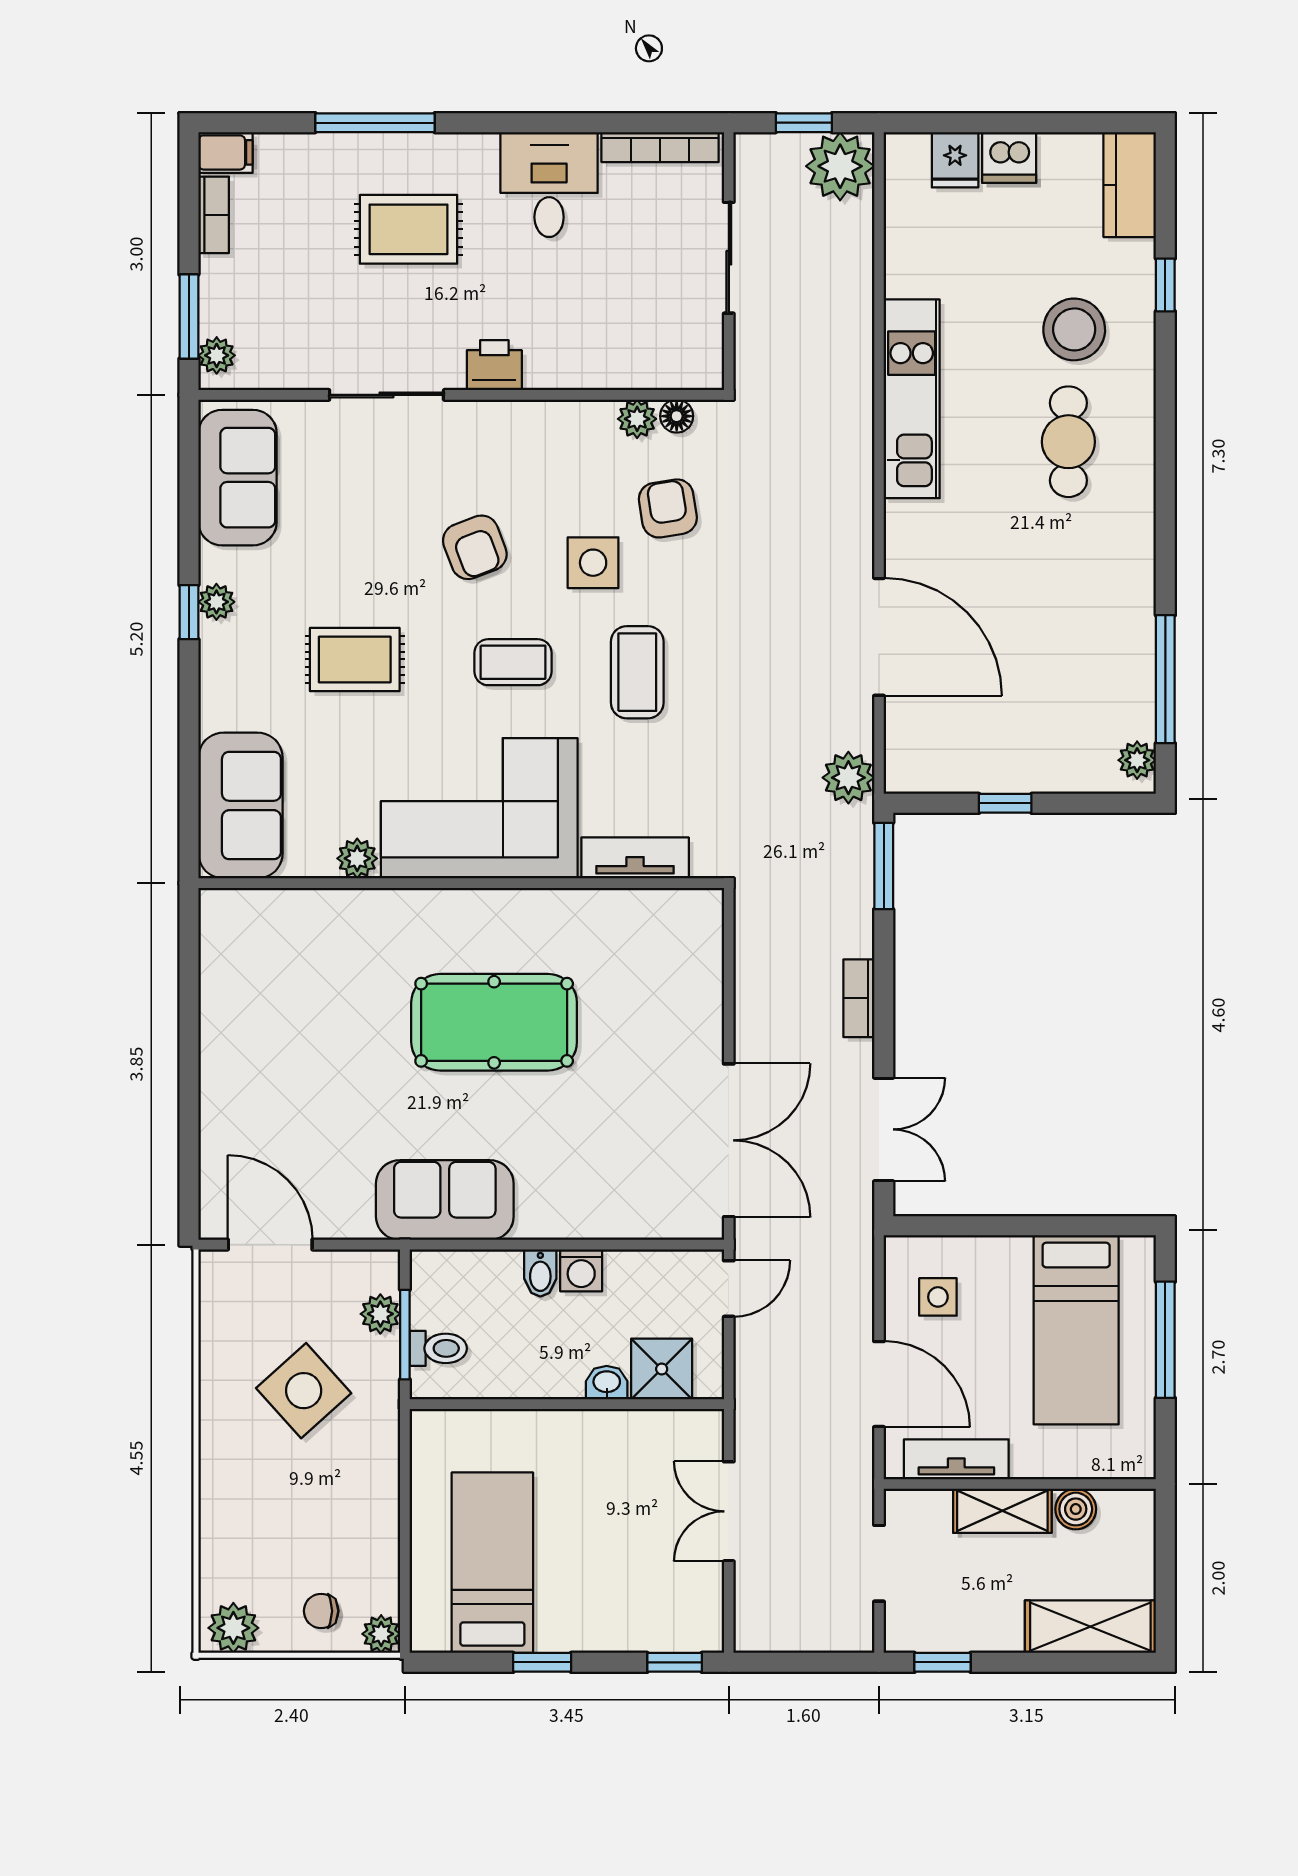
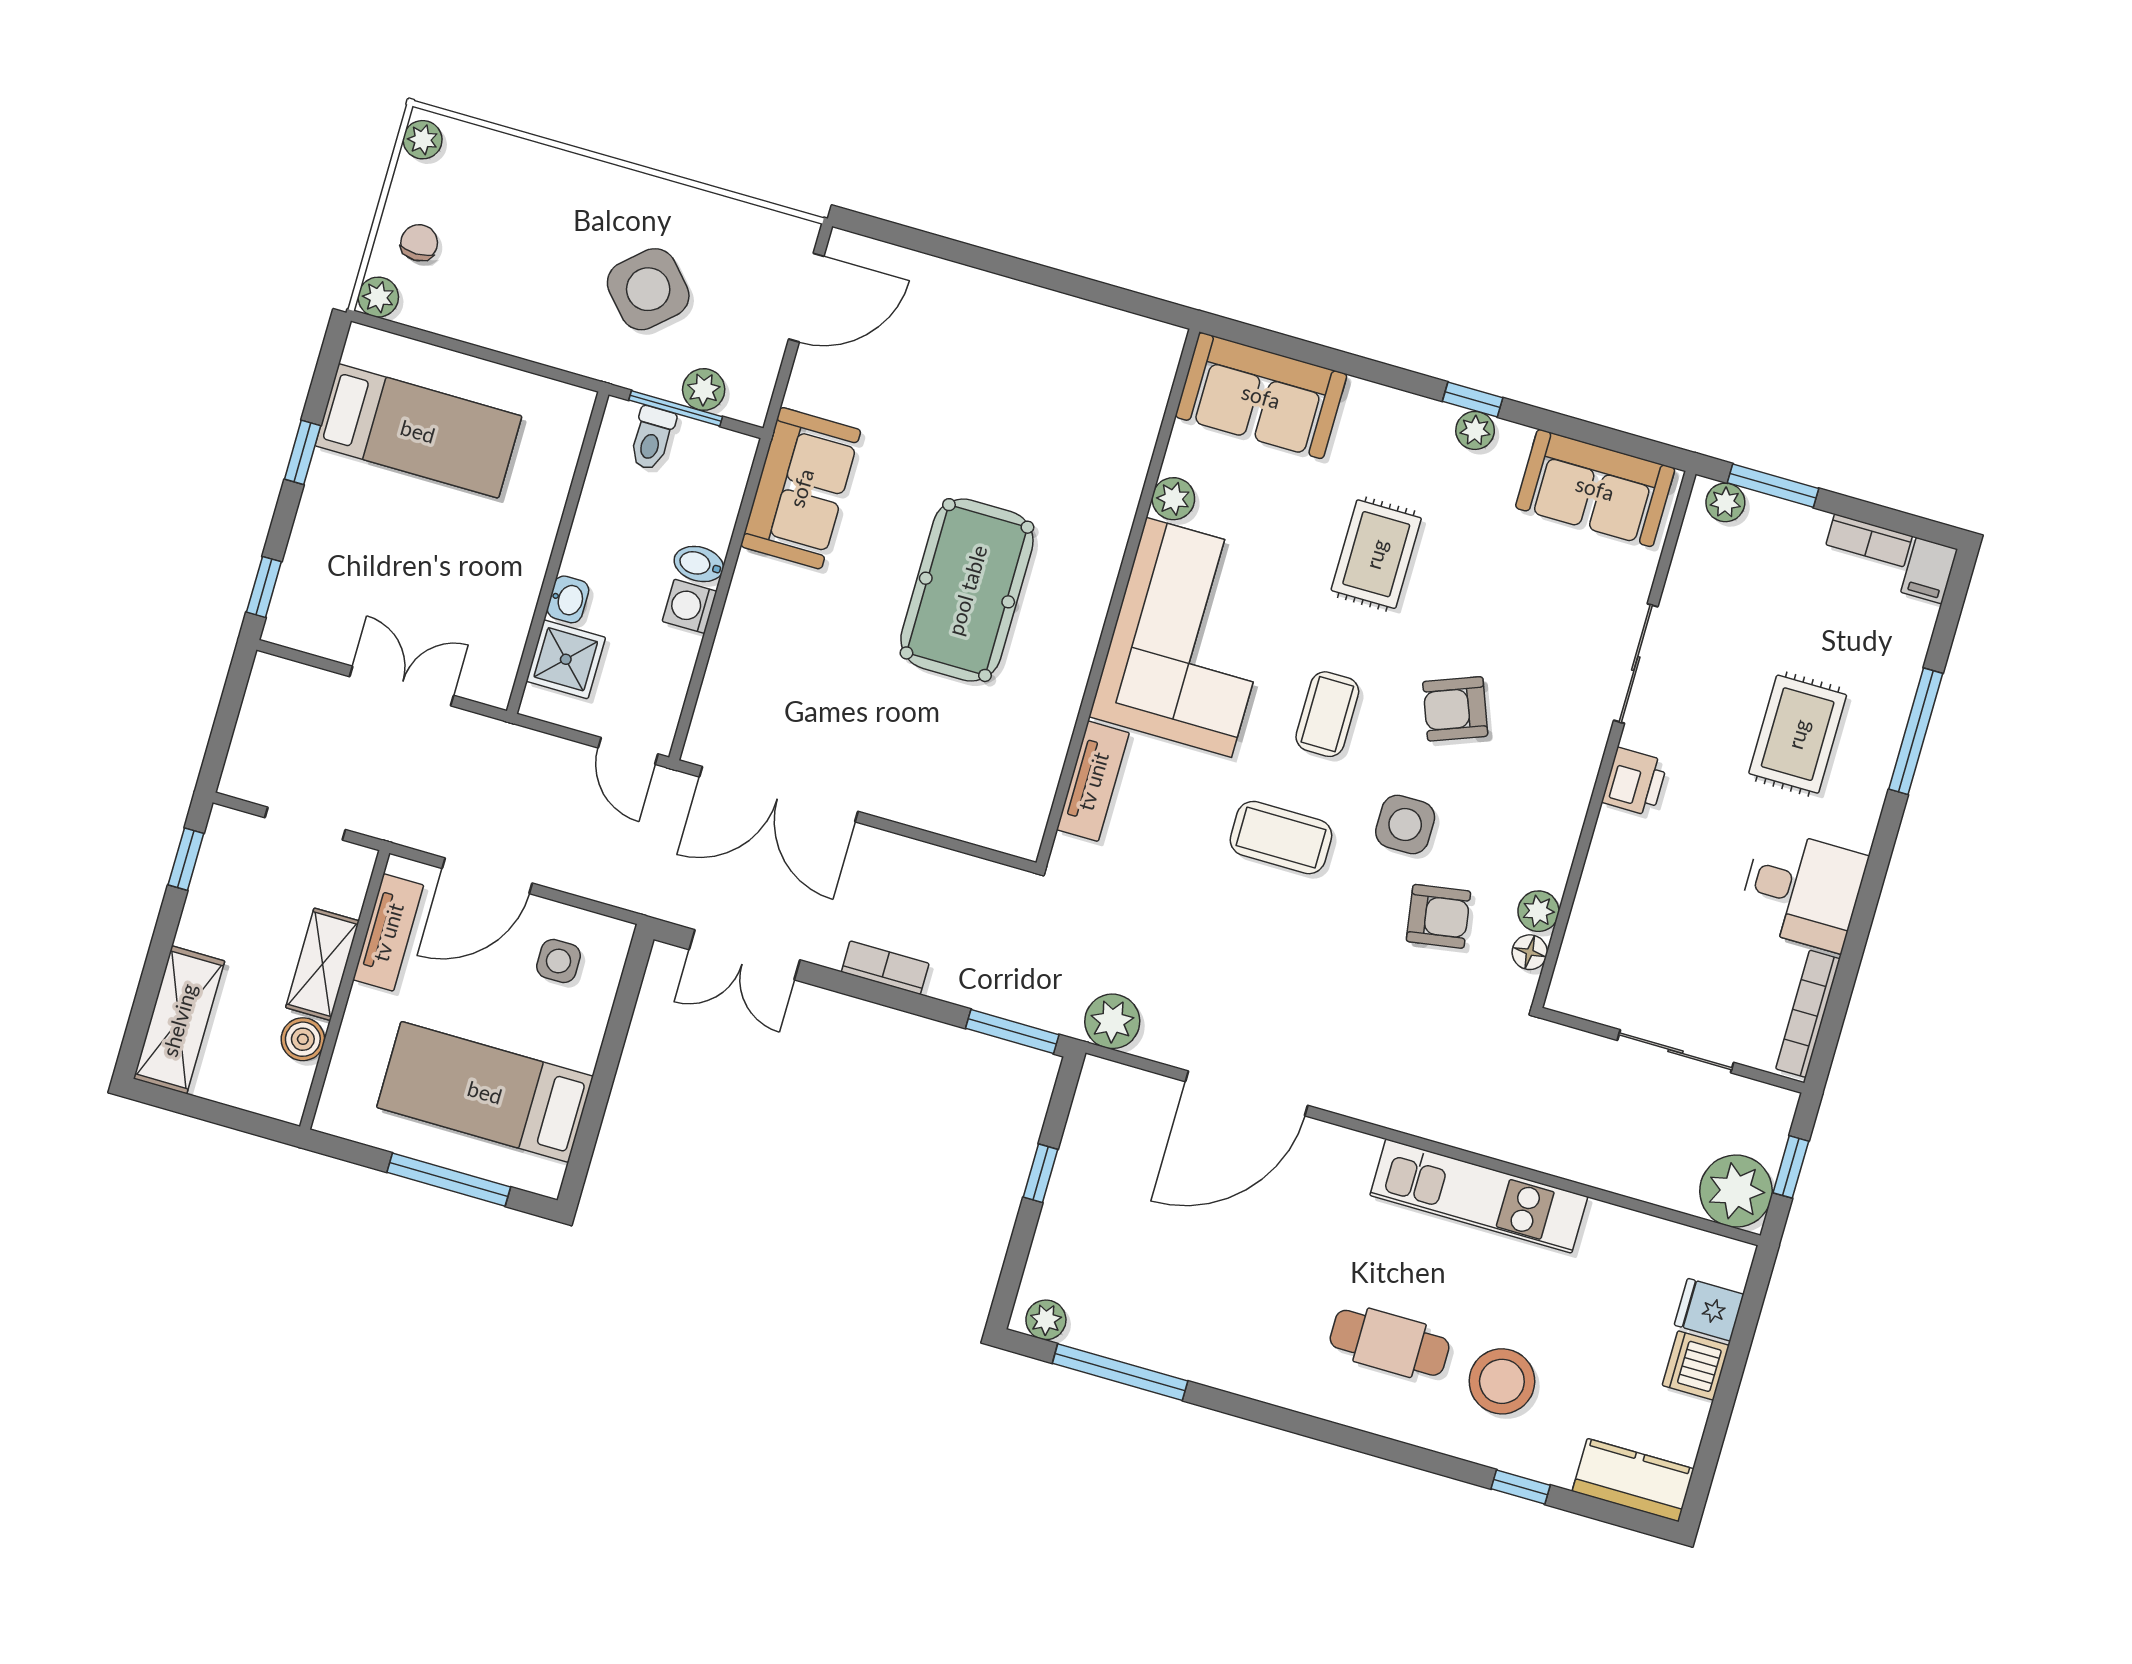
plant: (233, 1628) -> (423, 140), width x0.73, depth x0.73

